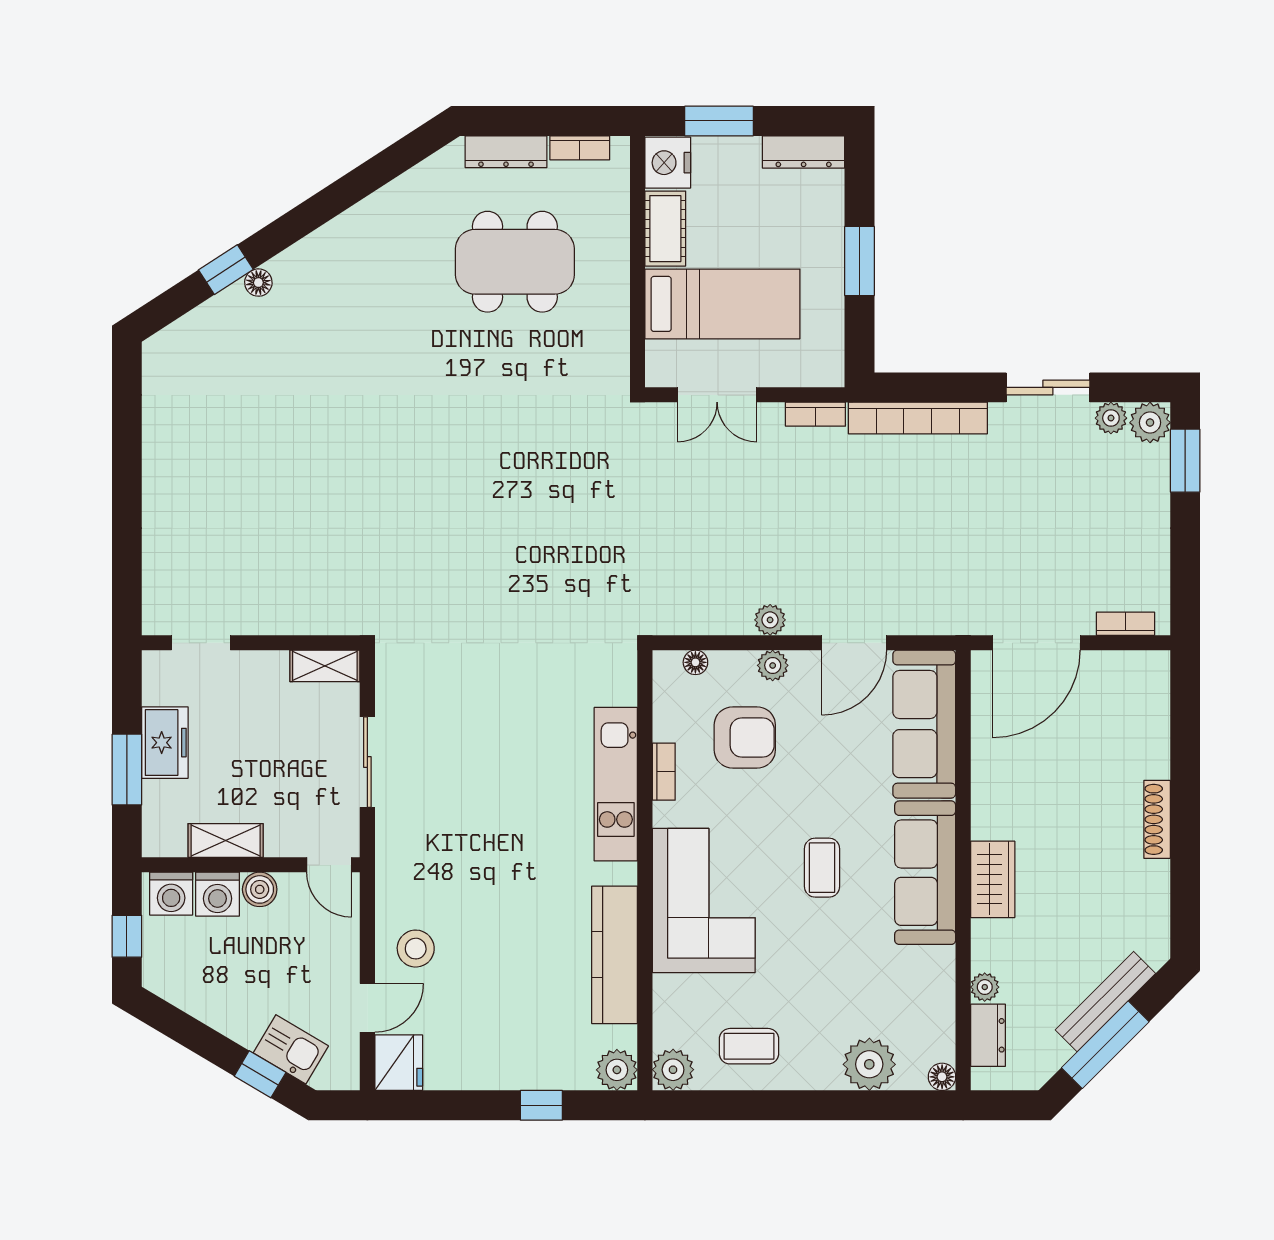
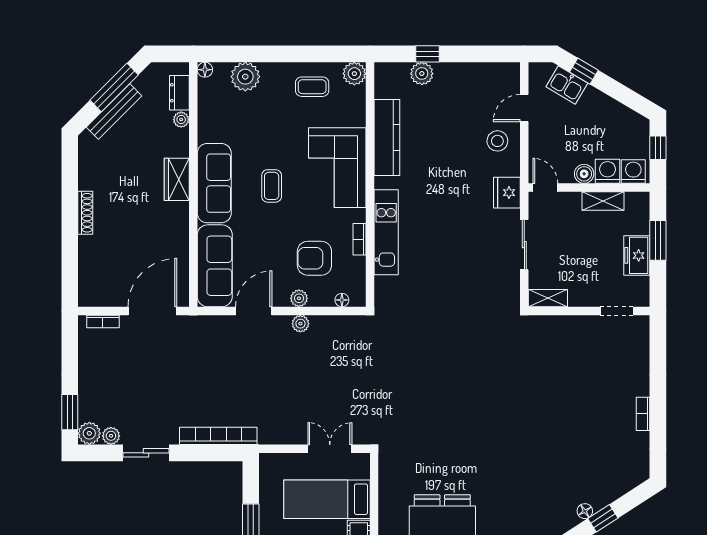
bookcase: (815, 414) -> (643, 414), moved, turned -90
fridge: (399, 1063) -> (507, 193), moved
plant: (617, 1070) -> (422, 74), moved

